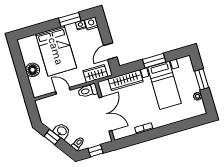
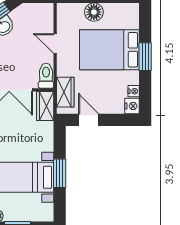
window: (70, 19) -> (145, 57), moved
wardrobe: (126, 80) -> (45, 106), moved, width x0.67
door: (63, 91) -> (55, 44), swing flipped

